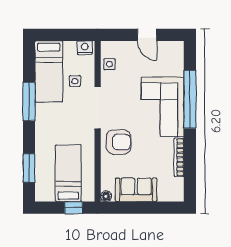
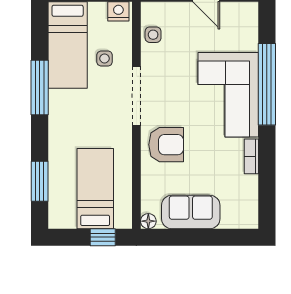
bookcase: (179, 157) -> (251, 156), width x0.64

